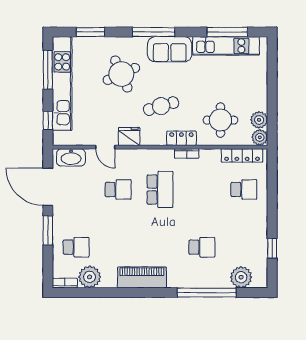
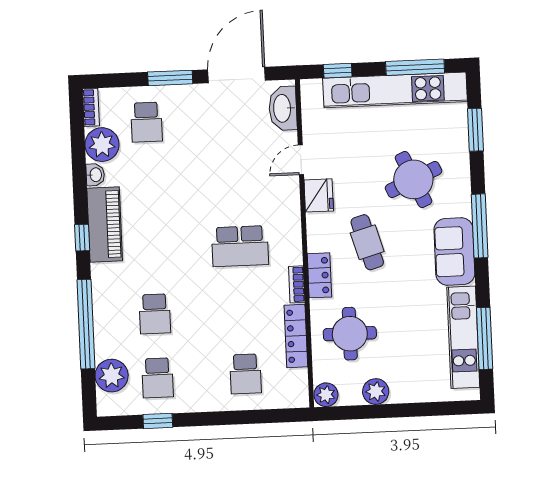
plant: (259, 120) -> (376, 391), moved
locker: (242, 155) -> (296, 336), moved
school desk: (118, 189) -> (158, 378), moved
washbasin: (109, 282) -> (95, 175), added
window: (150, 293) -> (82, 238), added

